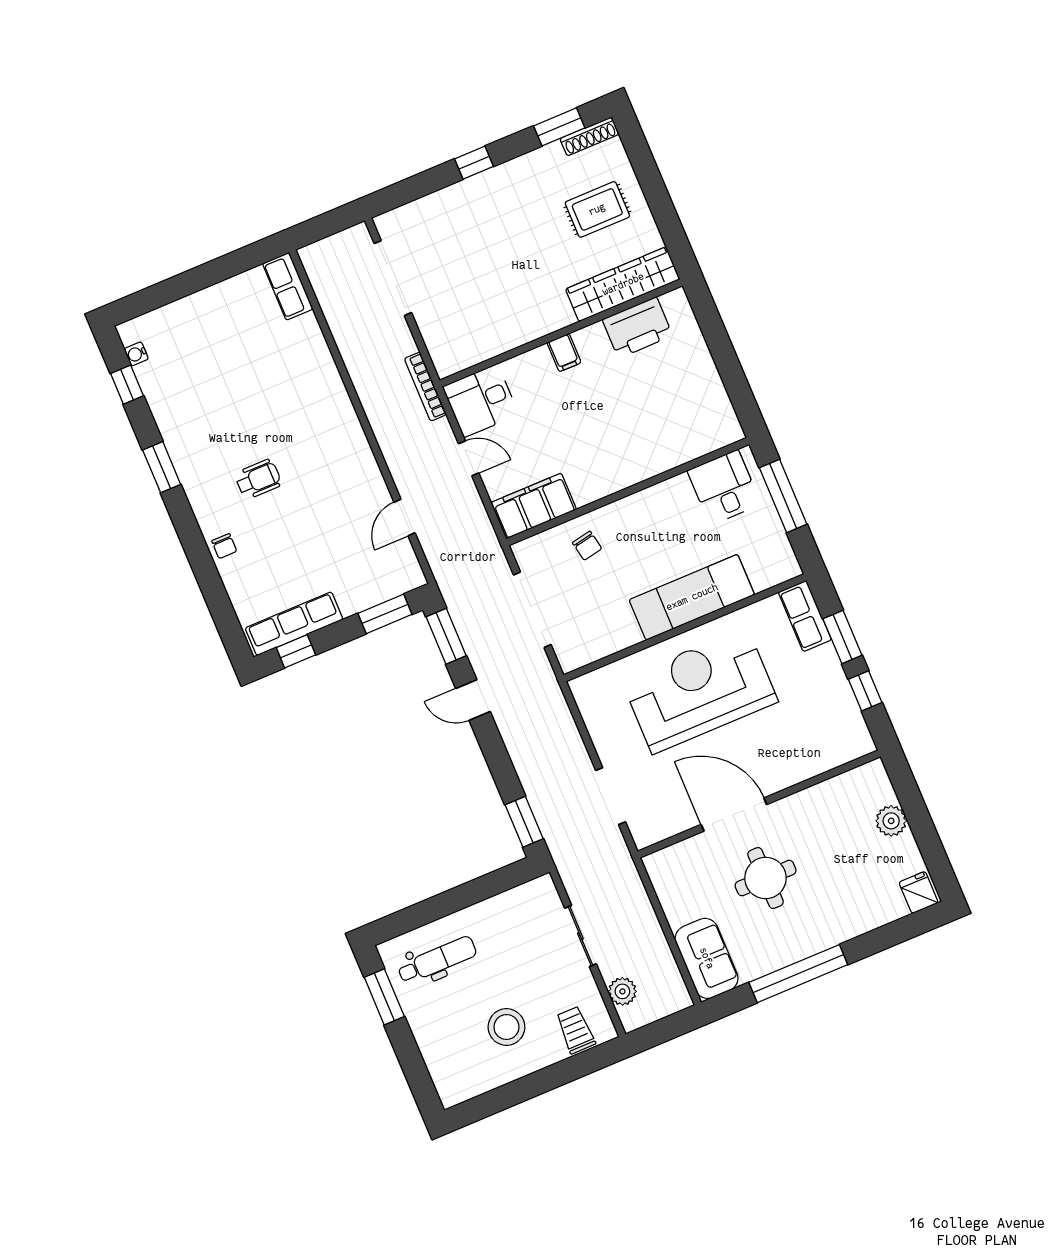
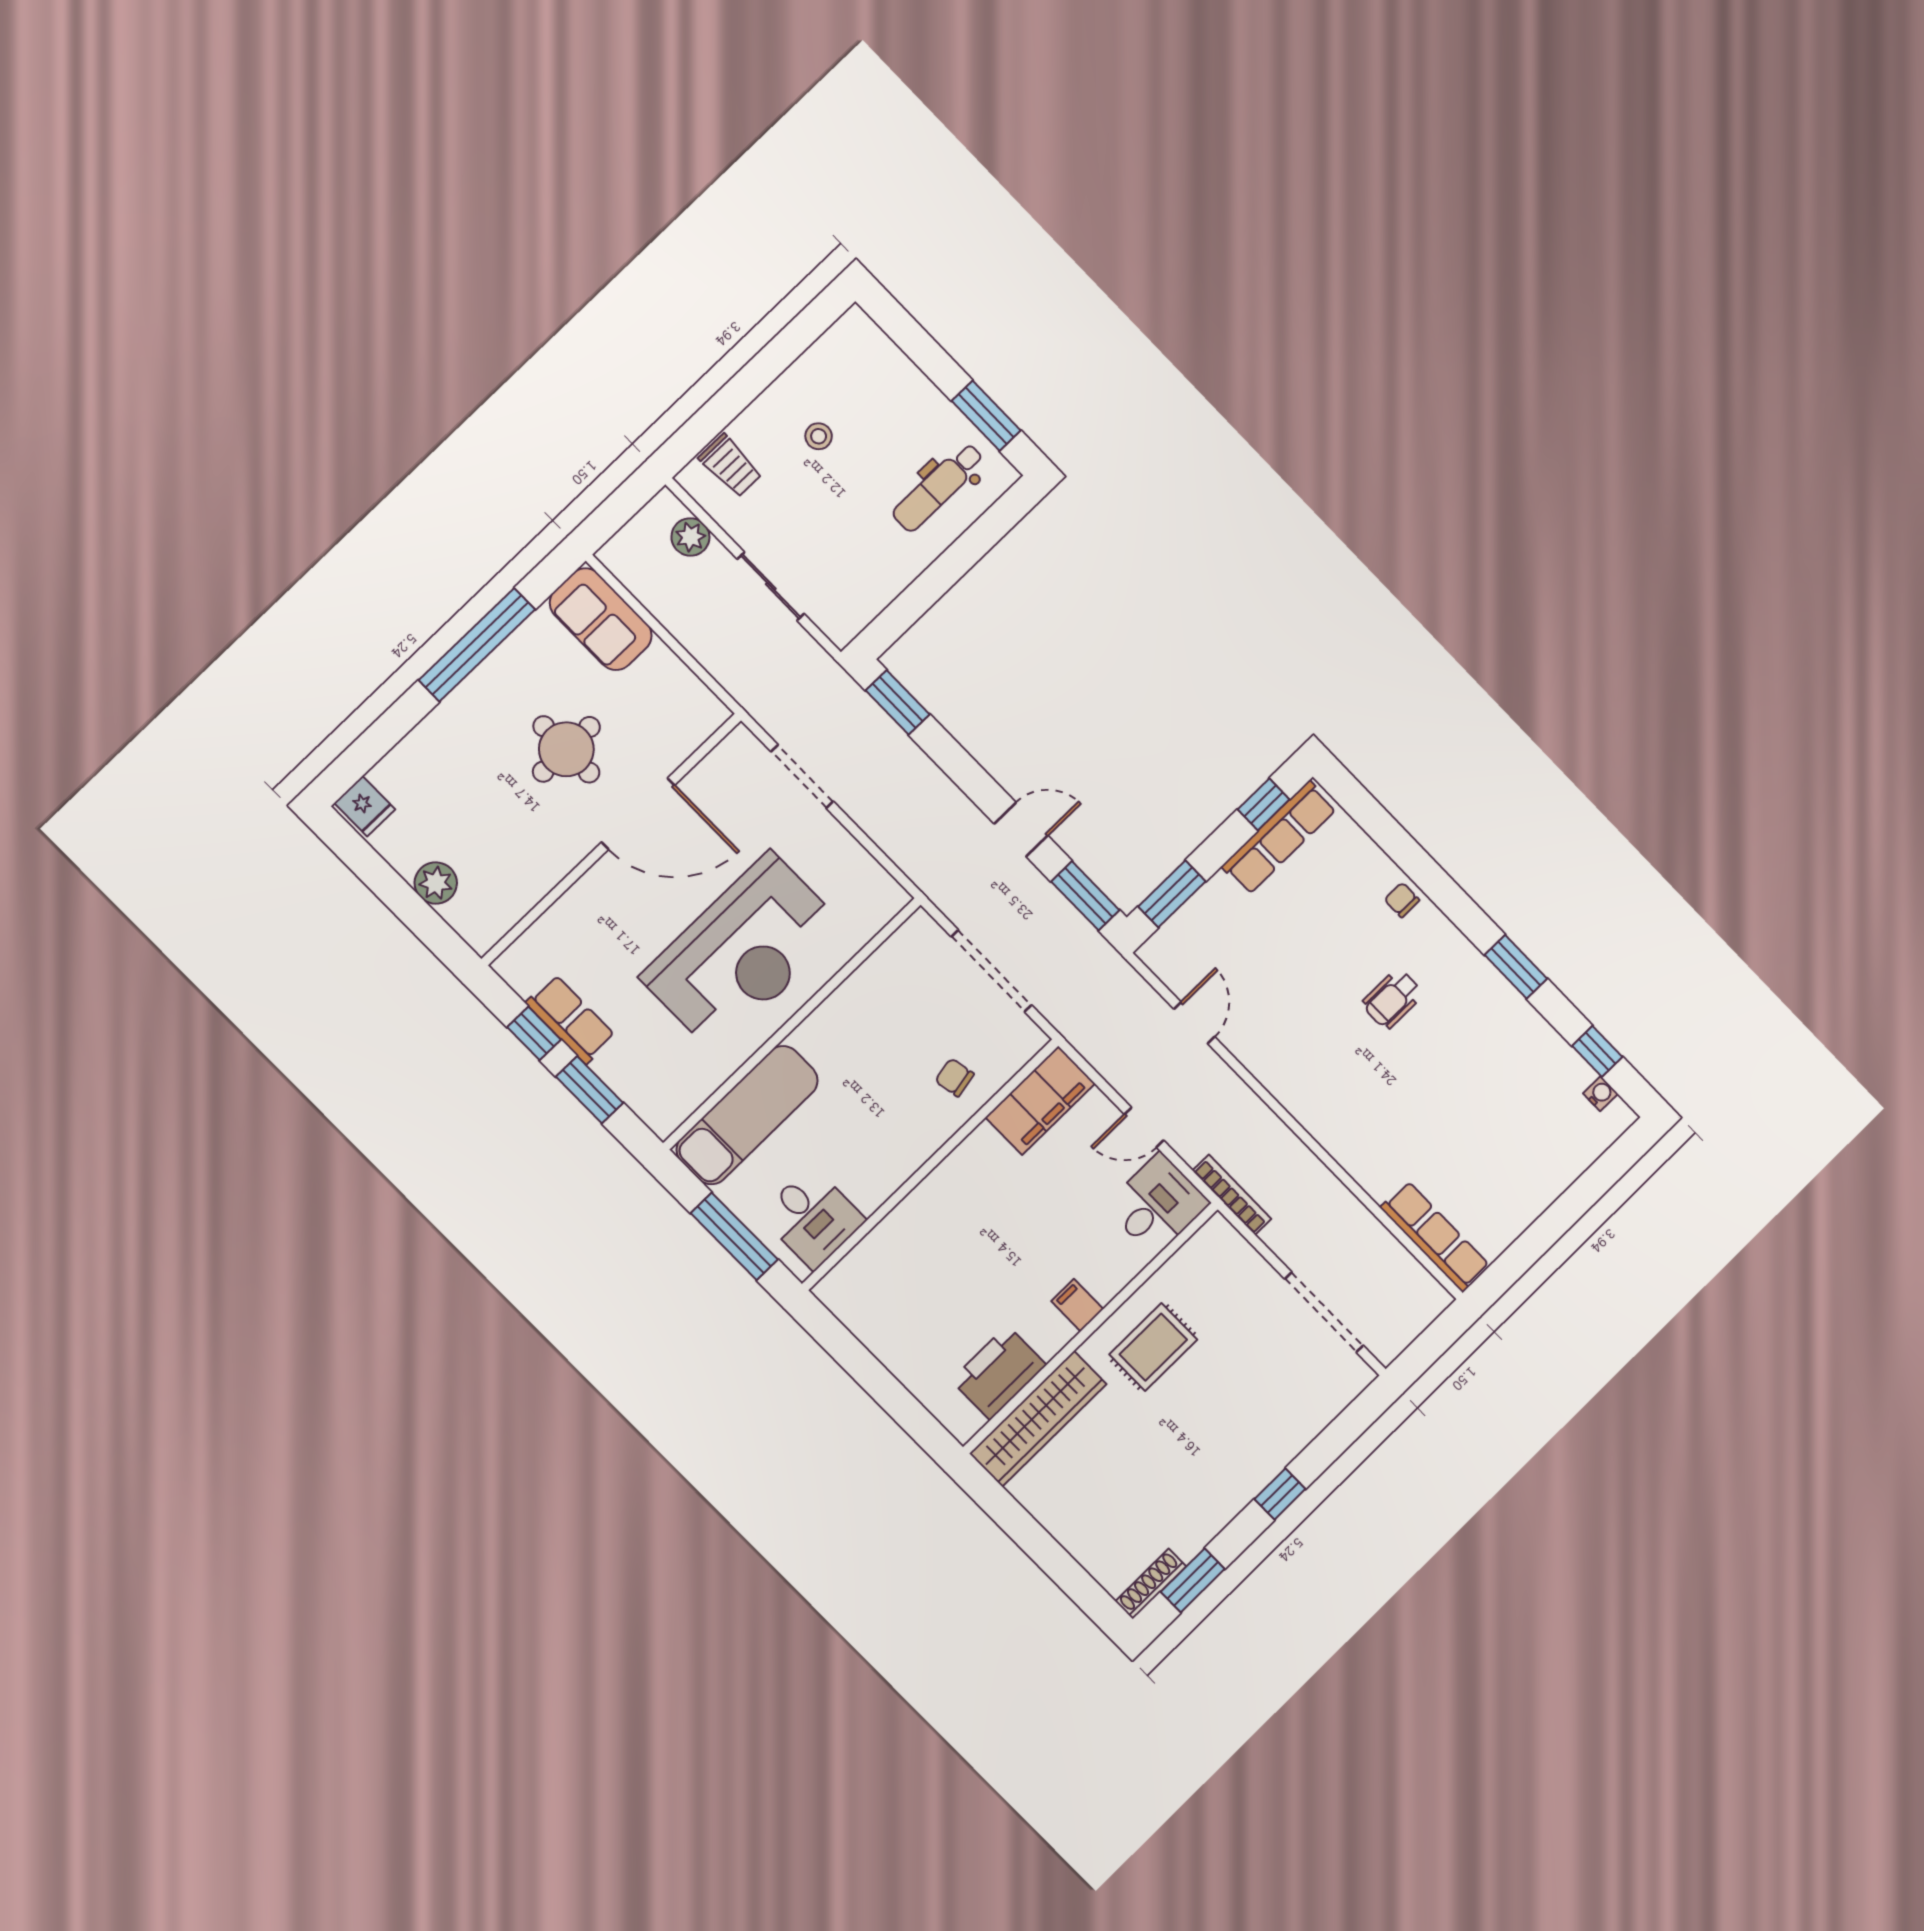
rug: (597, 209) -> (1153, 1347), moved
row of seats: (288, 286) -> (1435, 1237), width x1.48
exam couch: (692, 597) -> (747, 1115), moved
row of seats: (805, 616) -> (570, 1019), moved
stool: (506, 1027) -> (819, 436), width x0.53, depth x0.53

